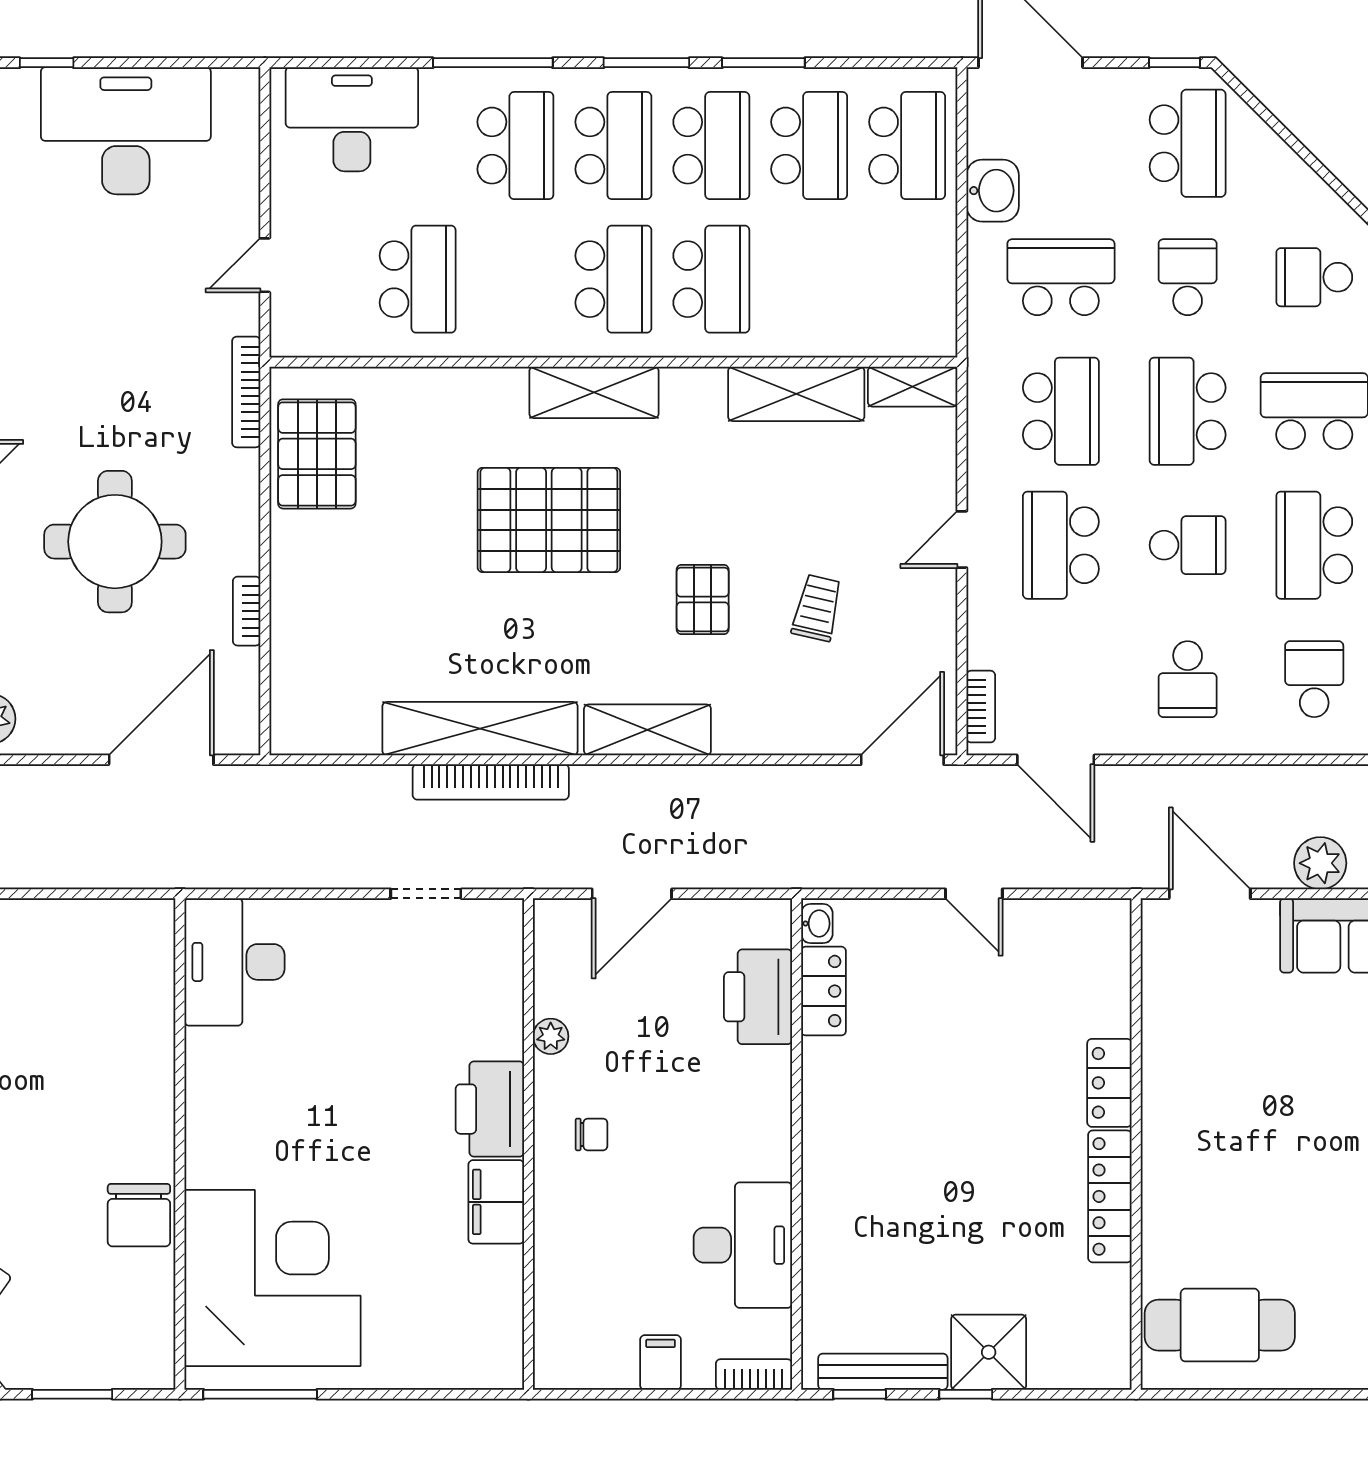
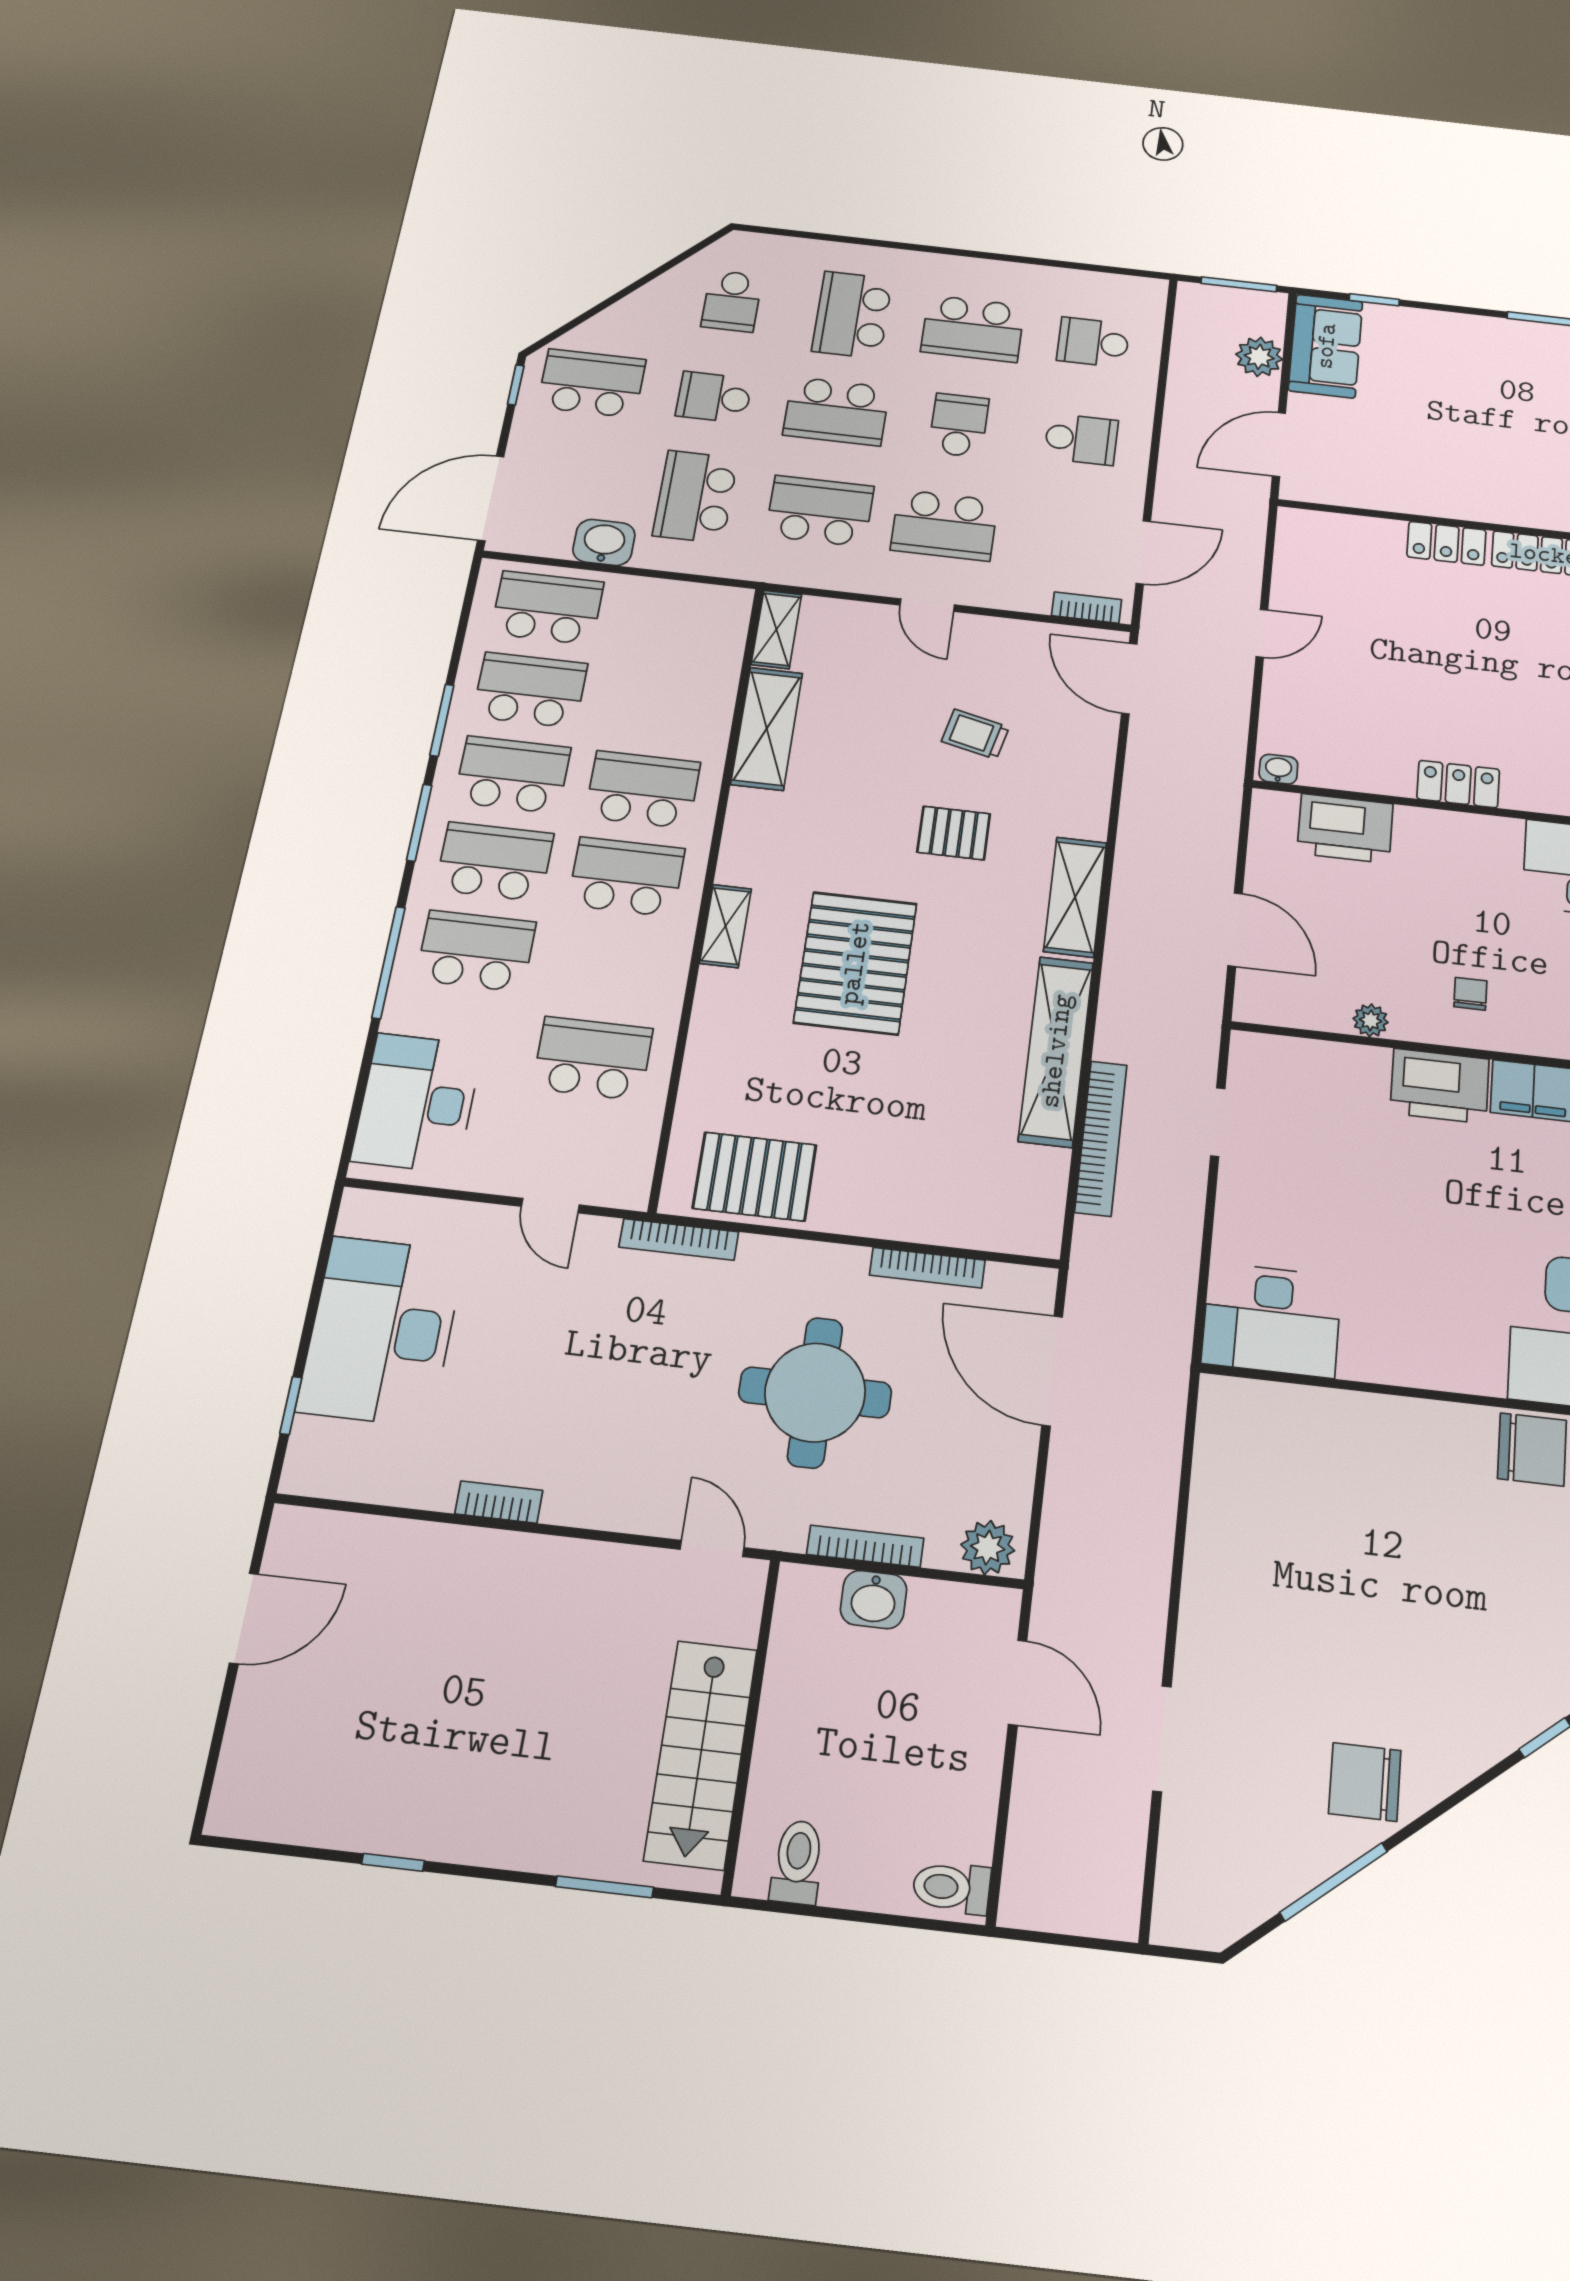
shelving: (594, 392) -> (726, 926), width x0.67, depth x0.75
bookcase: (247, 611) -> (927, 1268), width x1.56
bookcase: (491, 782) -> (1101, 1138), moved
locker: (823, 991) -> (1458, 784), moved

